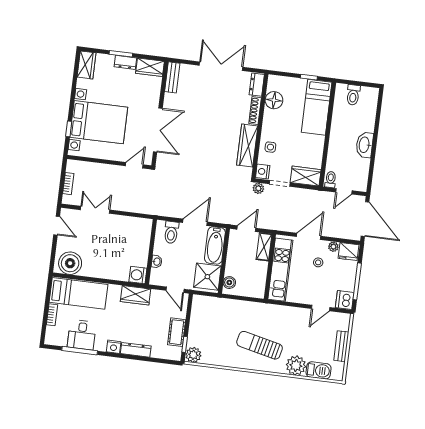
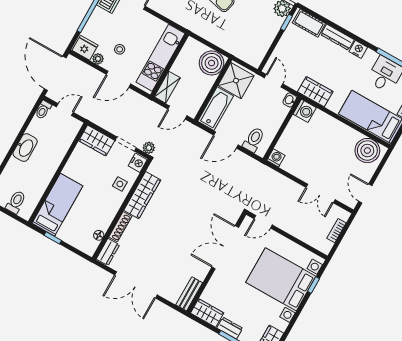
floor lamp: (274, 100) -> (99, 235), width x0.53, depth x0.53
toilet: (331, 180) -> (43, 110), moved
washing machine: (146, 225) -> (276, 158), added
washbasin: (157, 262) -> (290, 100), moved
boiler: (229, 283) -> (212, 63), width x1.86, depth x1.86
cot: (177, 332) -> (309, 23), moved, turned 90

